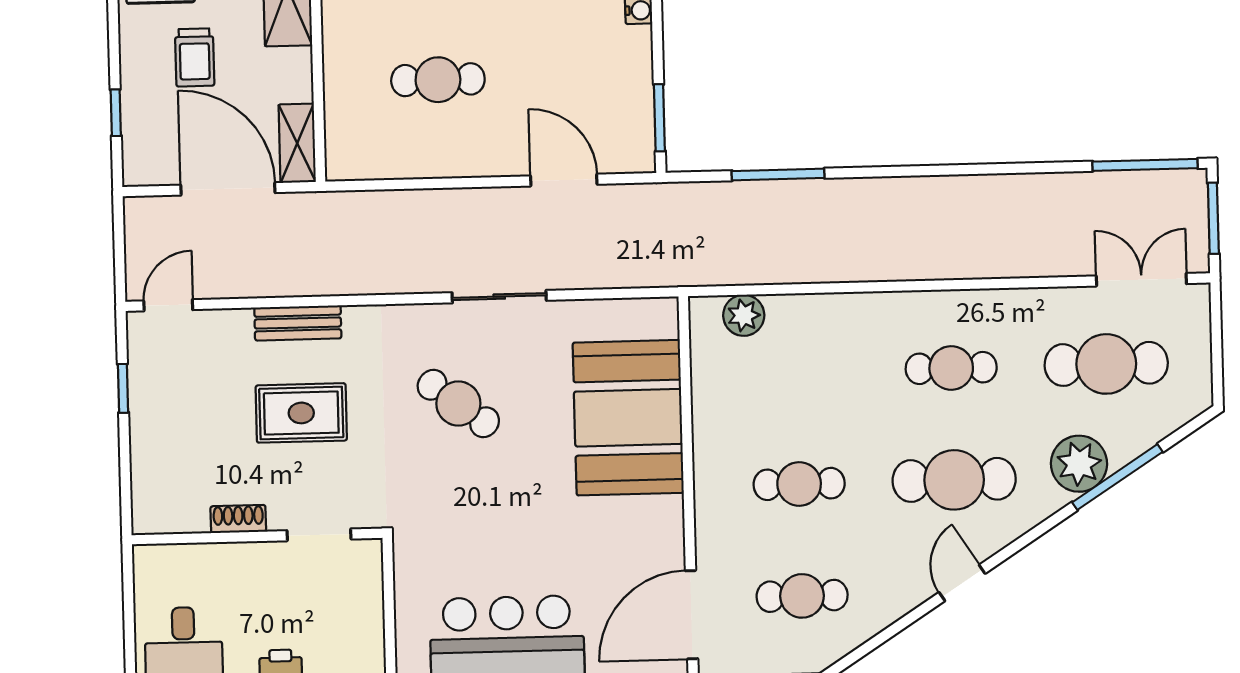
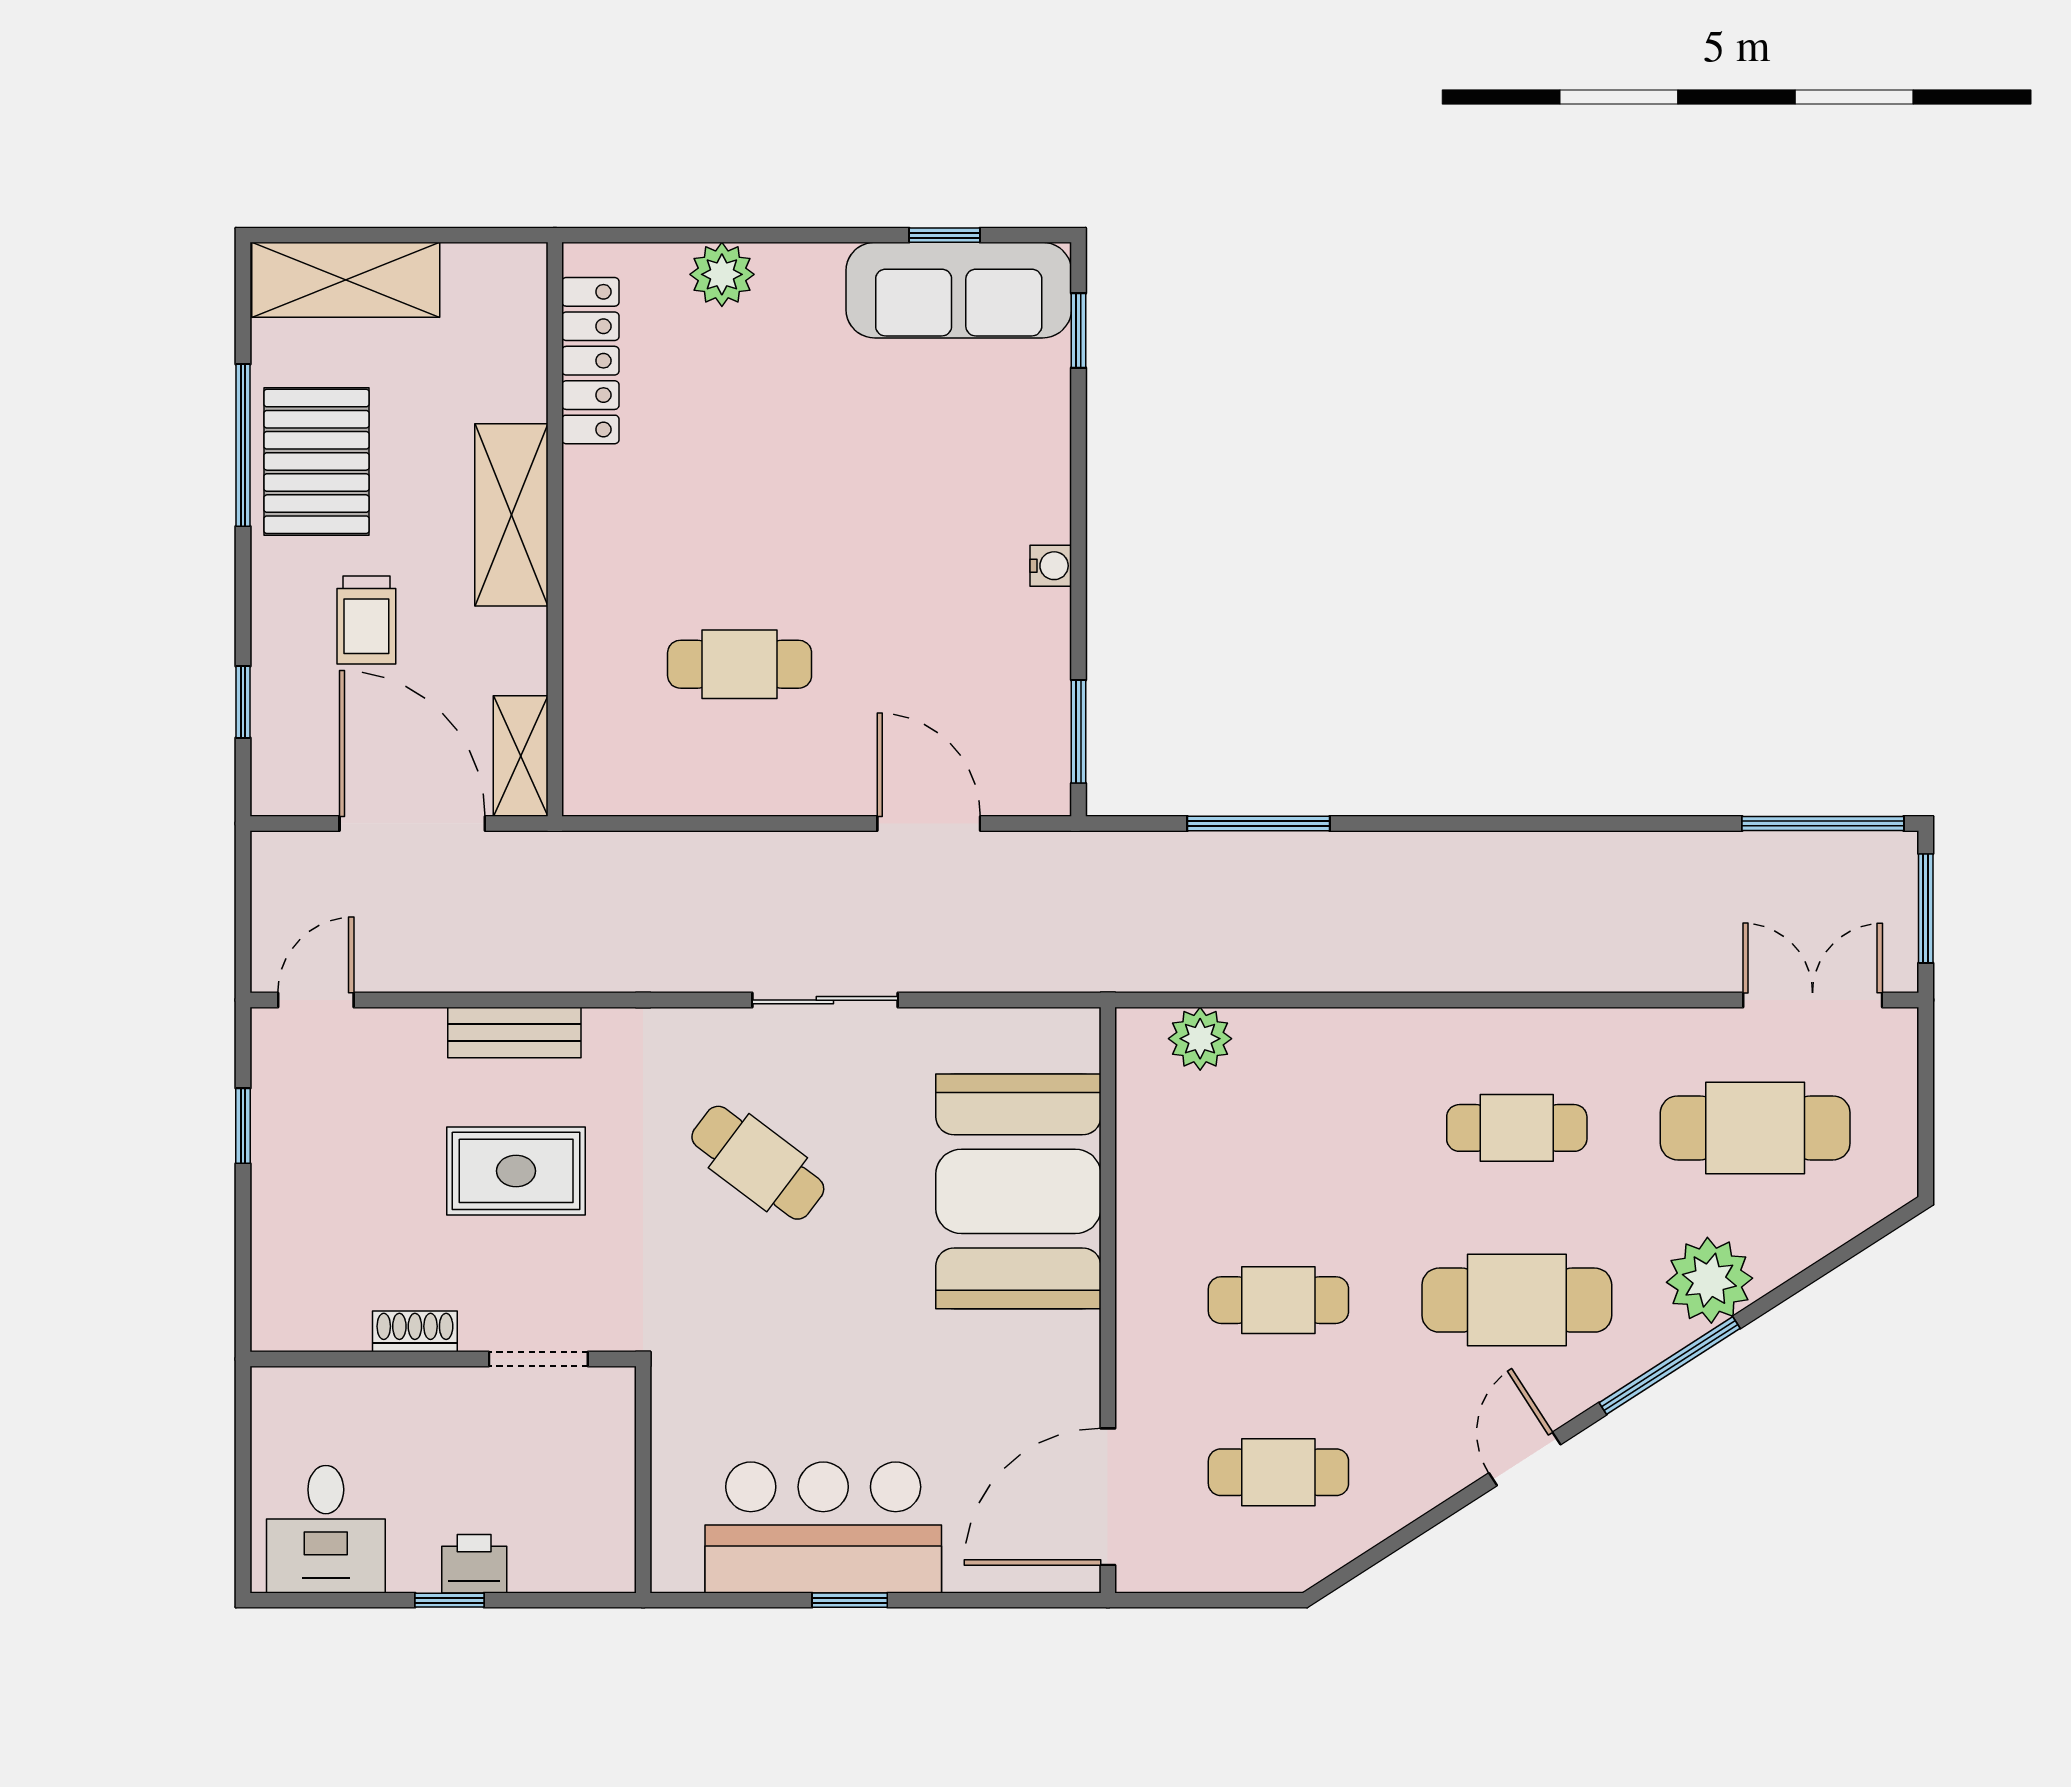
window: (1117, 477) -> (1670, 1366), moved

